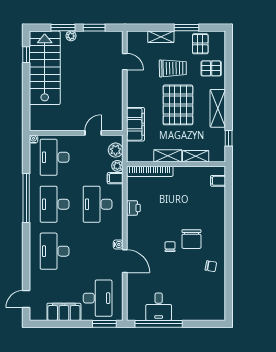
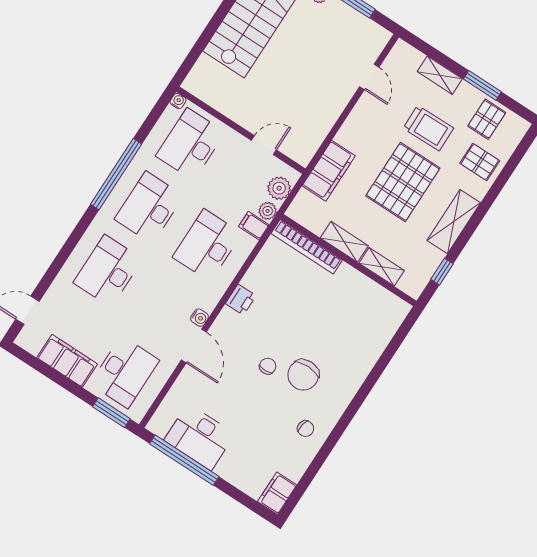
filing cabinet: (218, 181) -> (277, 493), moved, width x2.00
printer: (133, 208) -> (241, 300), moved
desk: (159, 307) -> (199, 437), width x1.37

